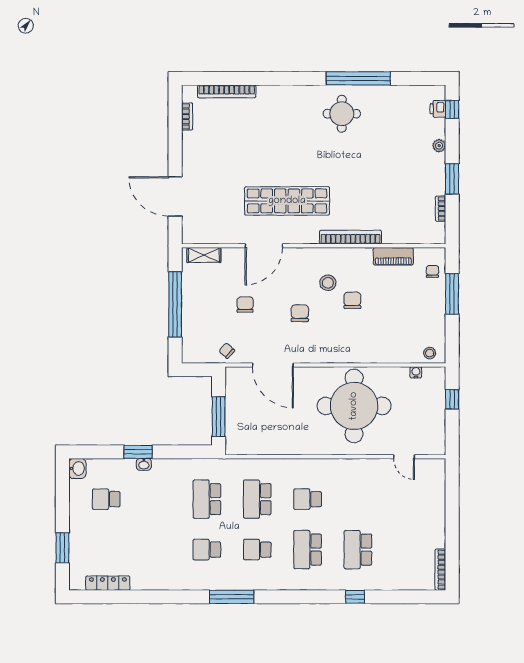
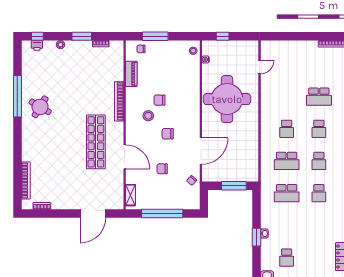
round table: (342, 114) -> (40, 107), turned 31
school desk: (308, 550) -> (319, 129), width x0.54

